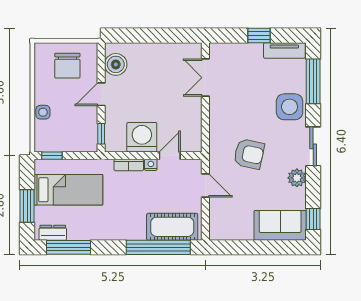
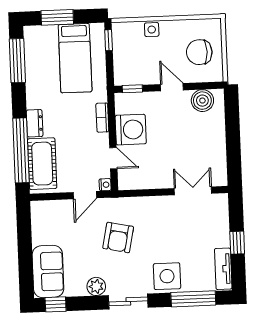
nightstand: (151, 165) -> (105, 185), moved
dresser: (53, 233) -> (35, 123), moved

